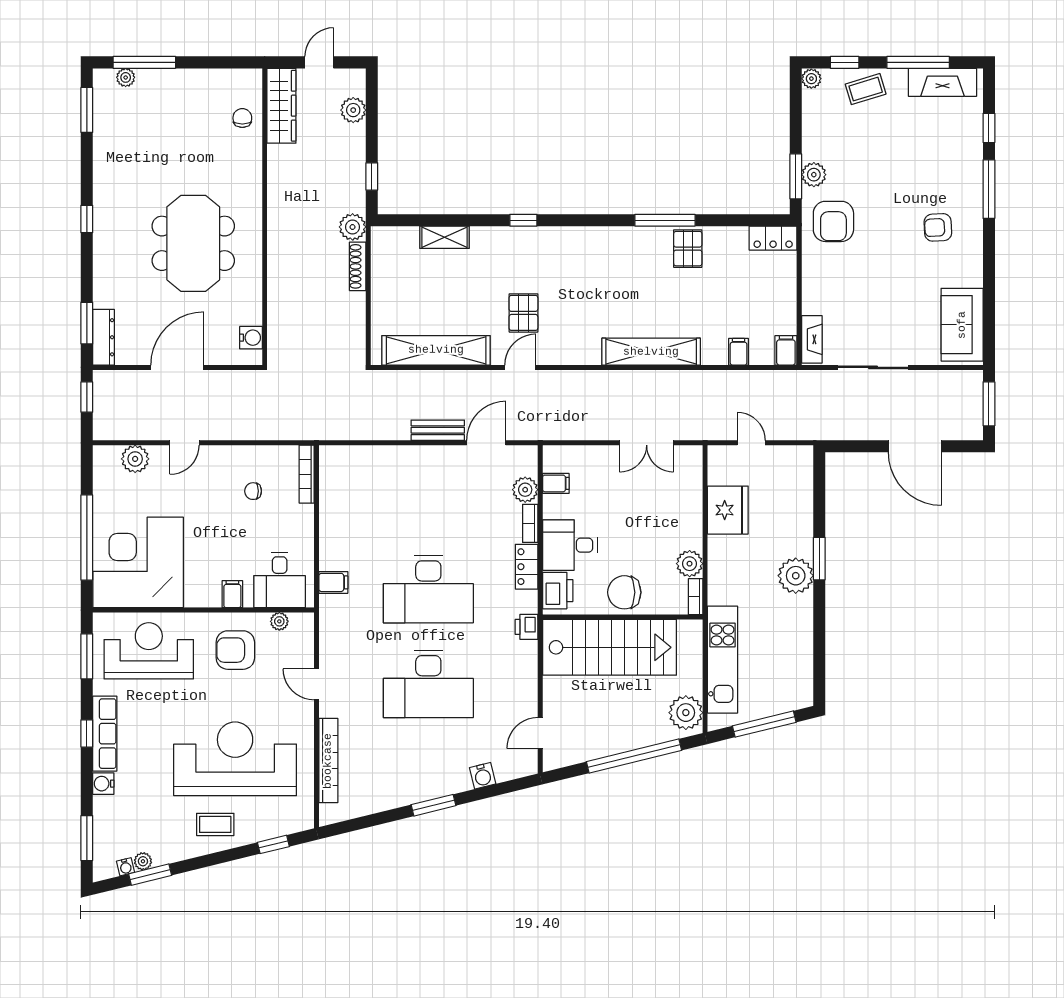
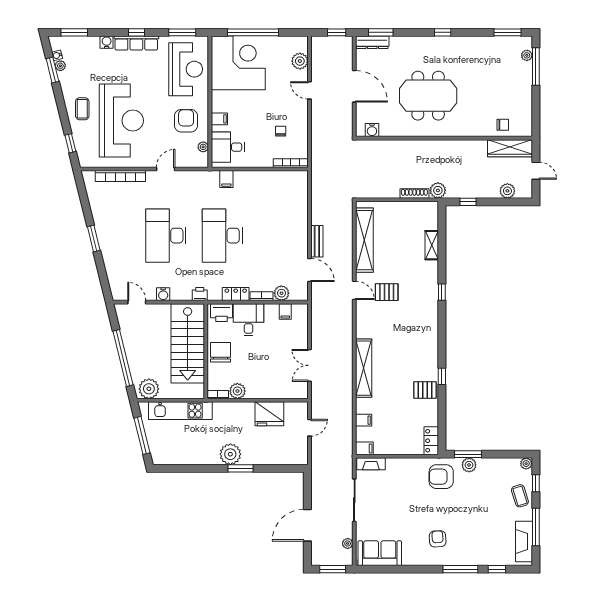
window: (665, 220) -> (442, 376), width x0.46
plant: (946, 379) -> (348, 543), added
water cooler: (483, 776) -> (163, 294), moved, turned -76

